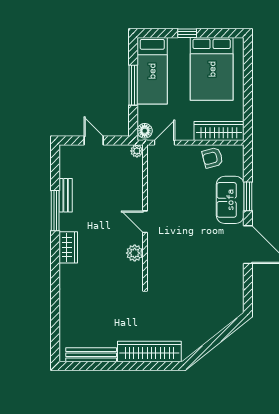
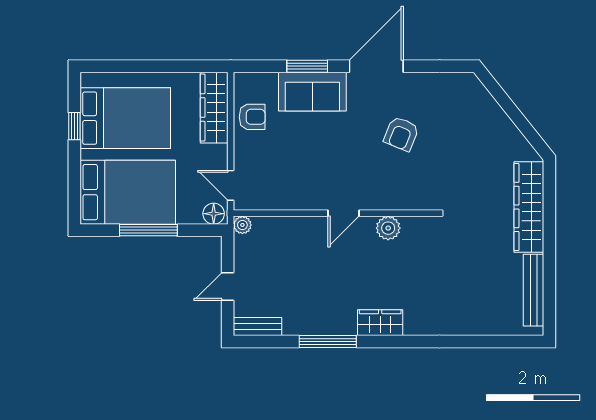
window: (187, 33) -> (74, 126), moved
bed: (152, 71) -> (128, 192), width x1.50
armchair: (213, 158) -> (252, 117), turned -75
bench: (66, 195) -> (258, 327), moved
armchair: (201, 262) -> (401, 134), added

